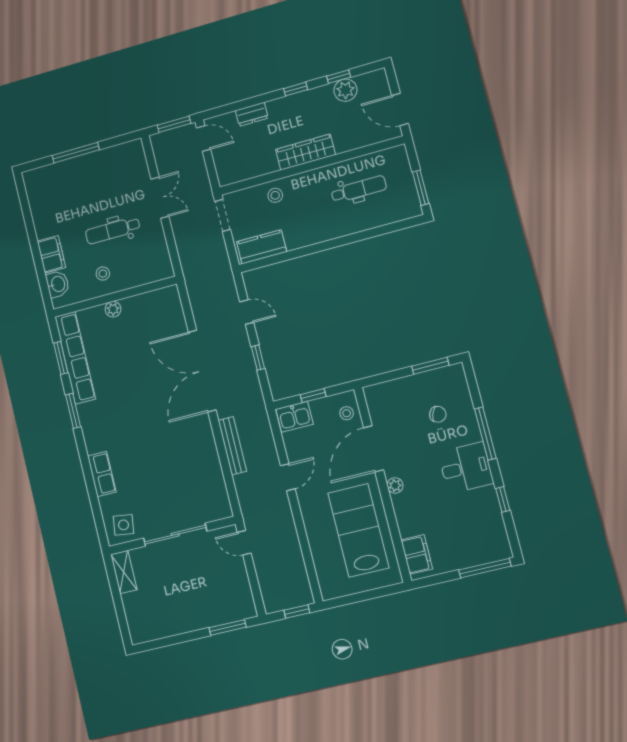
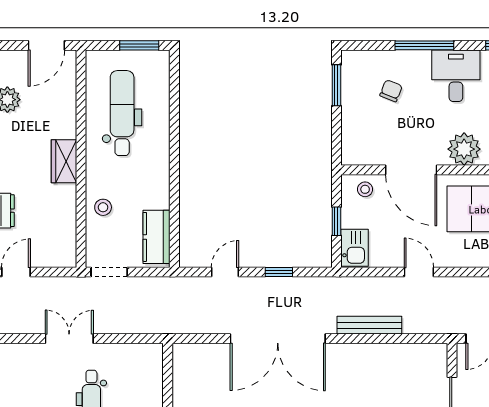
wardrobe: (306, 152) -> (64, 161), width x0.67
dental chair: (359, 189) -> (122, 113), width x1.36, depth x1.38
plant: (395, 485) -> (464, 149), width x1.88, depth x1.88

